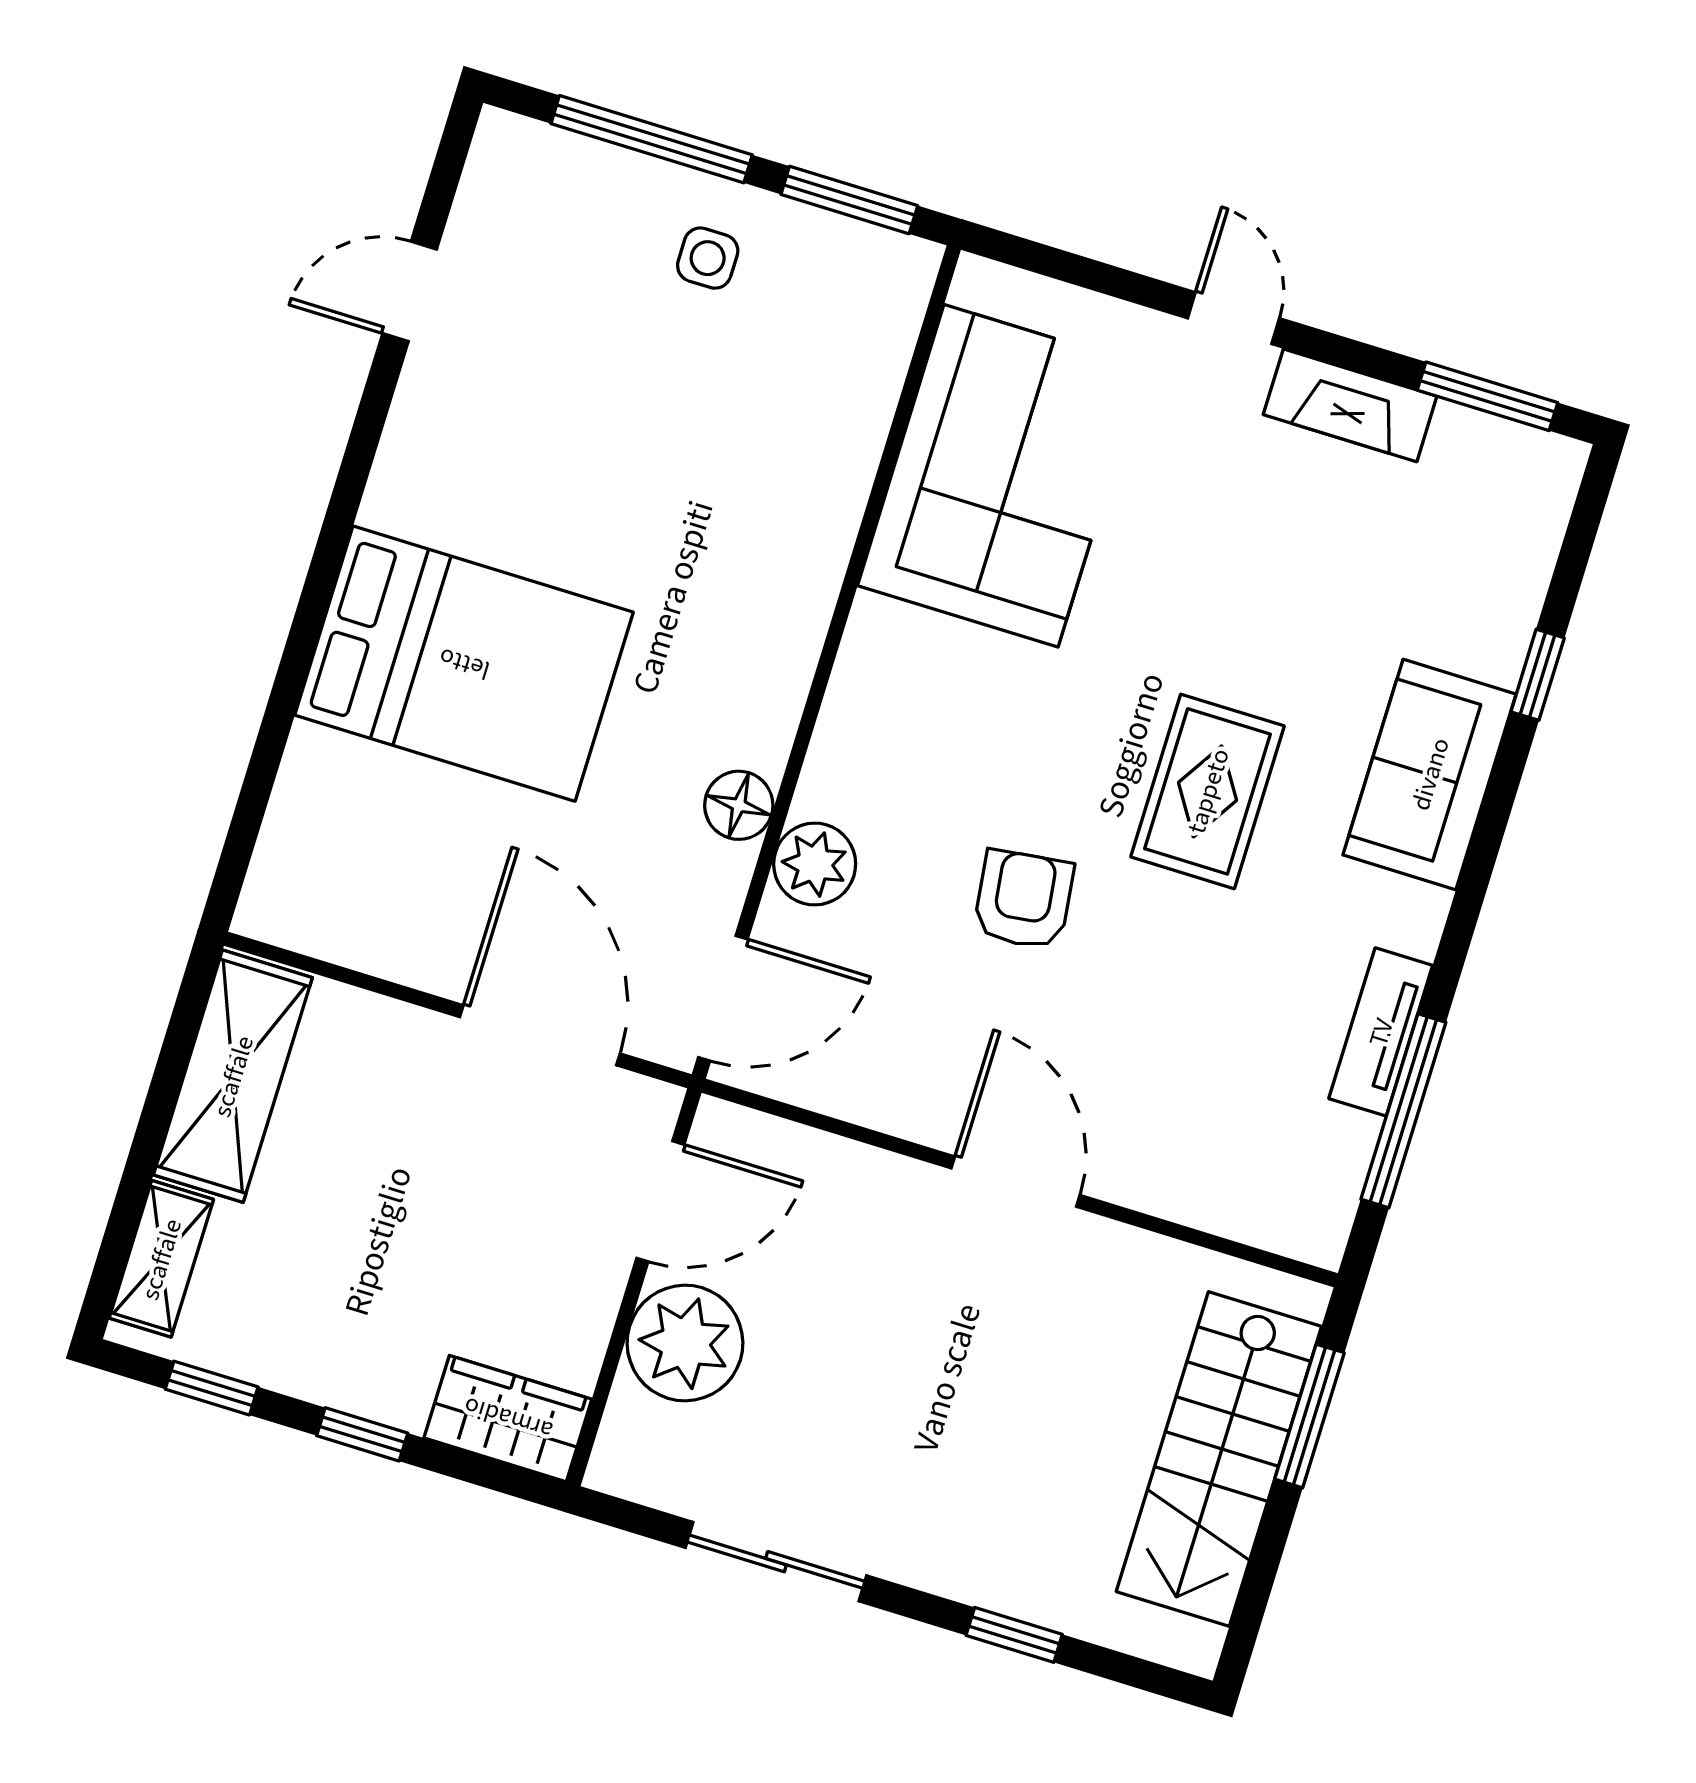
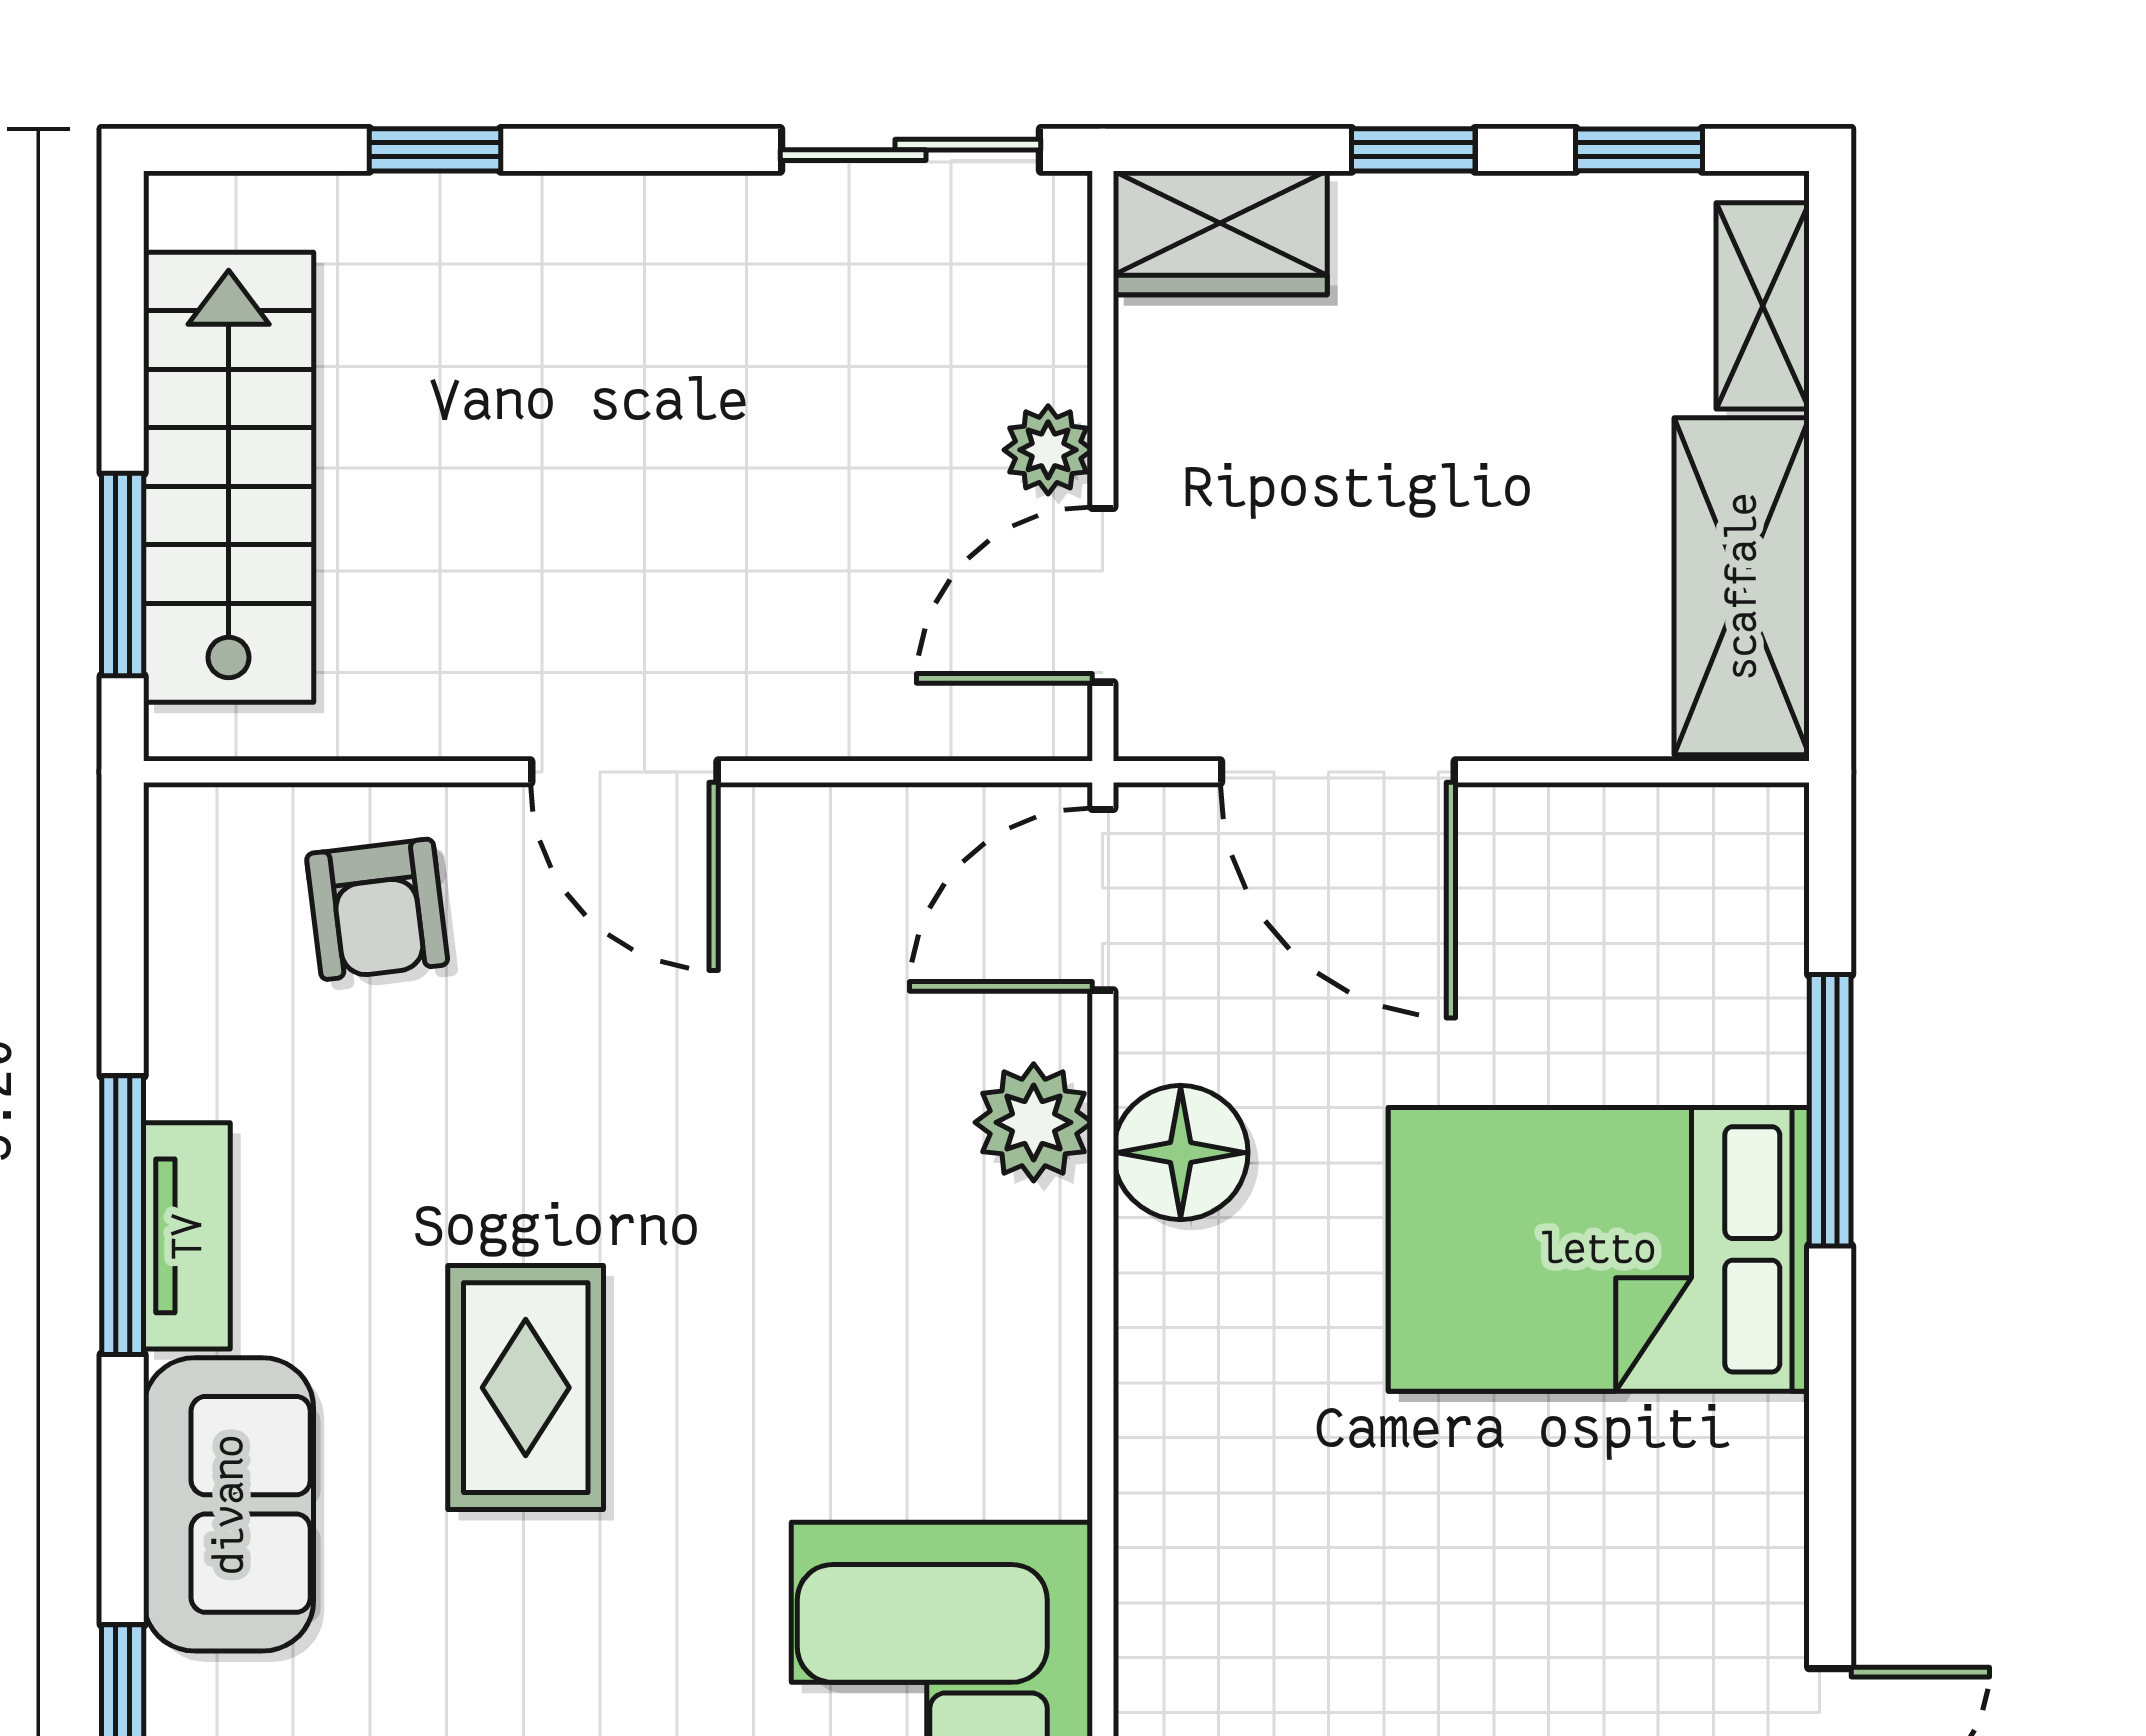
window: (281, 709) -> (1830, 1110), added
floor lamp: (739, 805) -> (1181, 1153), width x1.38, depth x1.38
armchair: (1023, 900) -> (377, 909), moved
tv unit: (1381, 1032) -> (187, 1236), moved
window: (1403, 1111) -> (123, 1215), moved
plant: (685, 1343) -> (1048, 450), width x0.53, depth x0.53
sliding door: (776, 1562) -> (910, 150), moved

